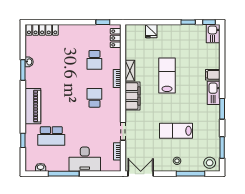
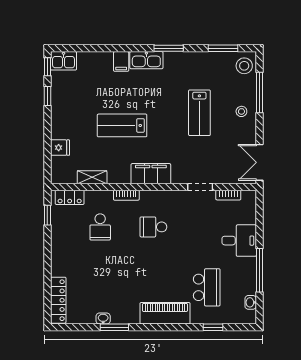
school desk: (94, 60) -> (100, 227), turned 90
shelving: (130, 71) -> (92, 177), moved
desk: (85, 159) -> (239, 241), width x0.73

